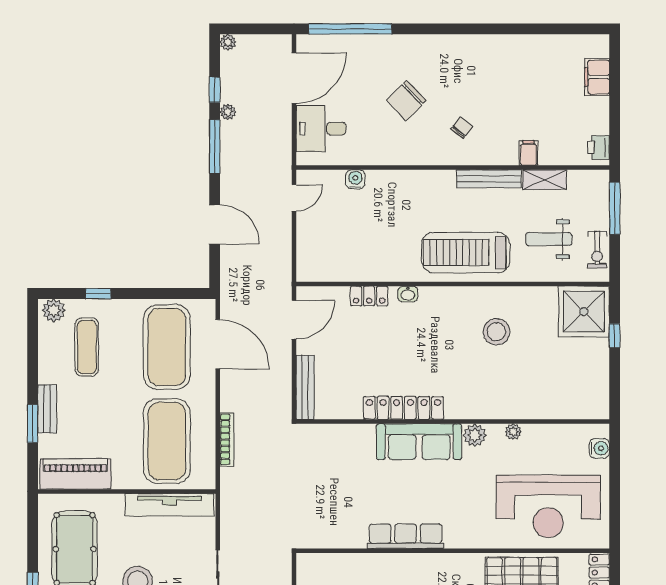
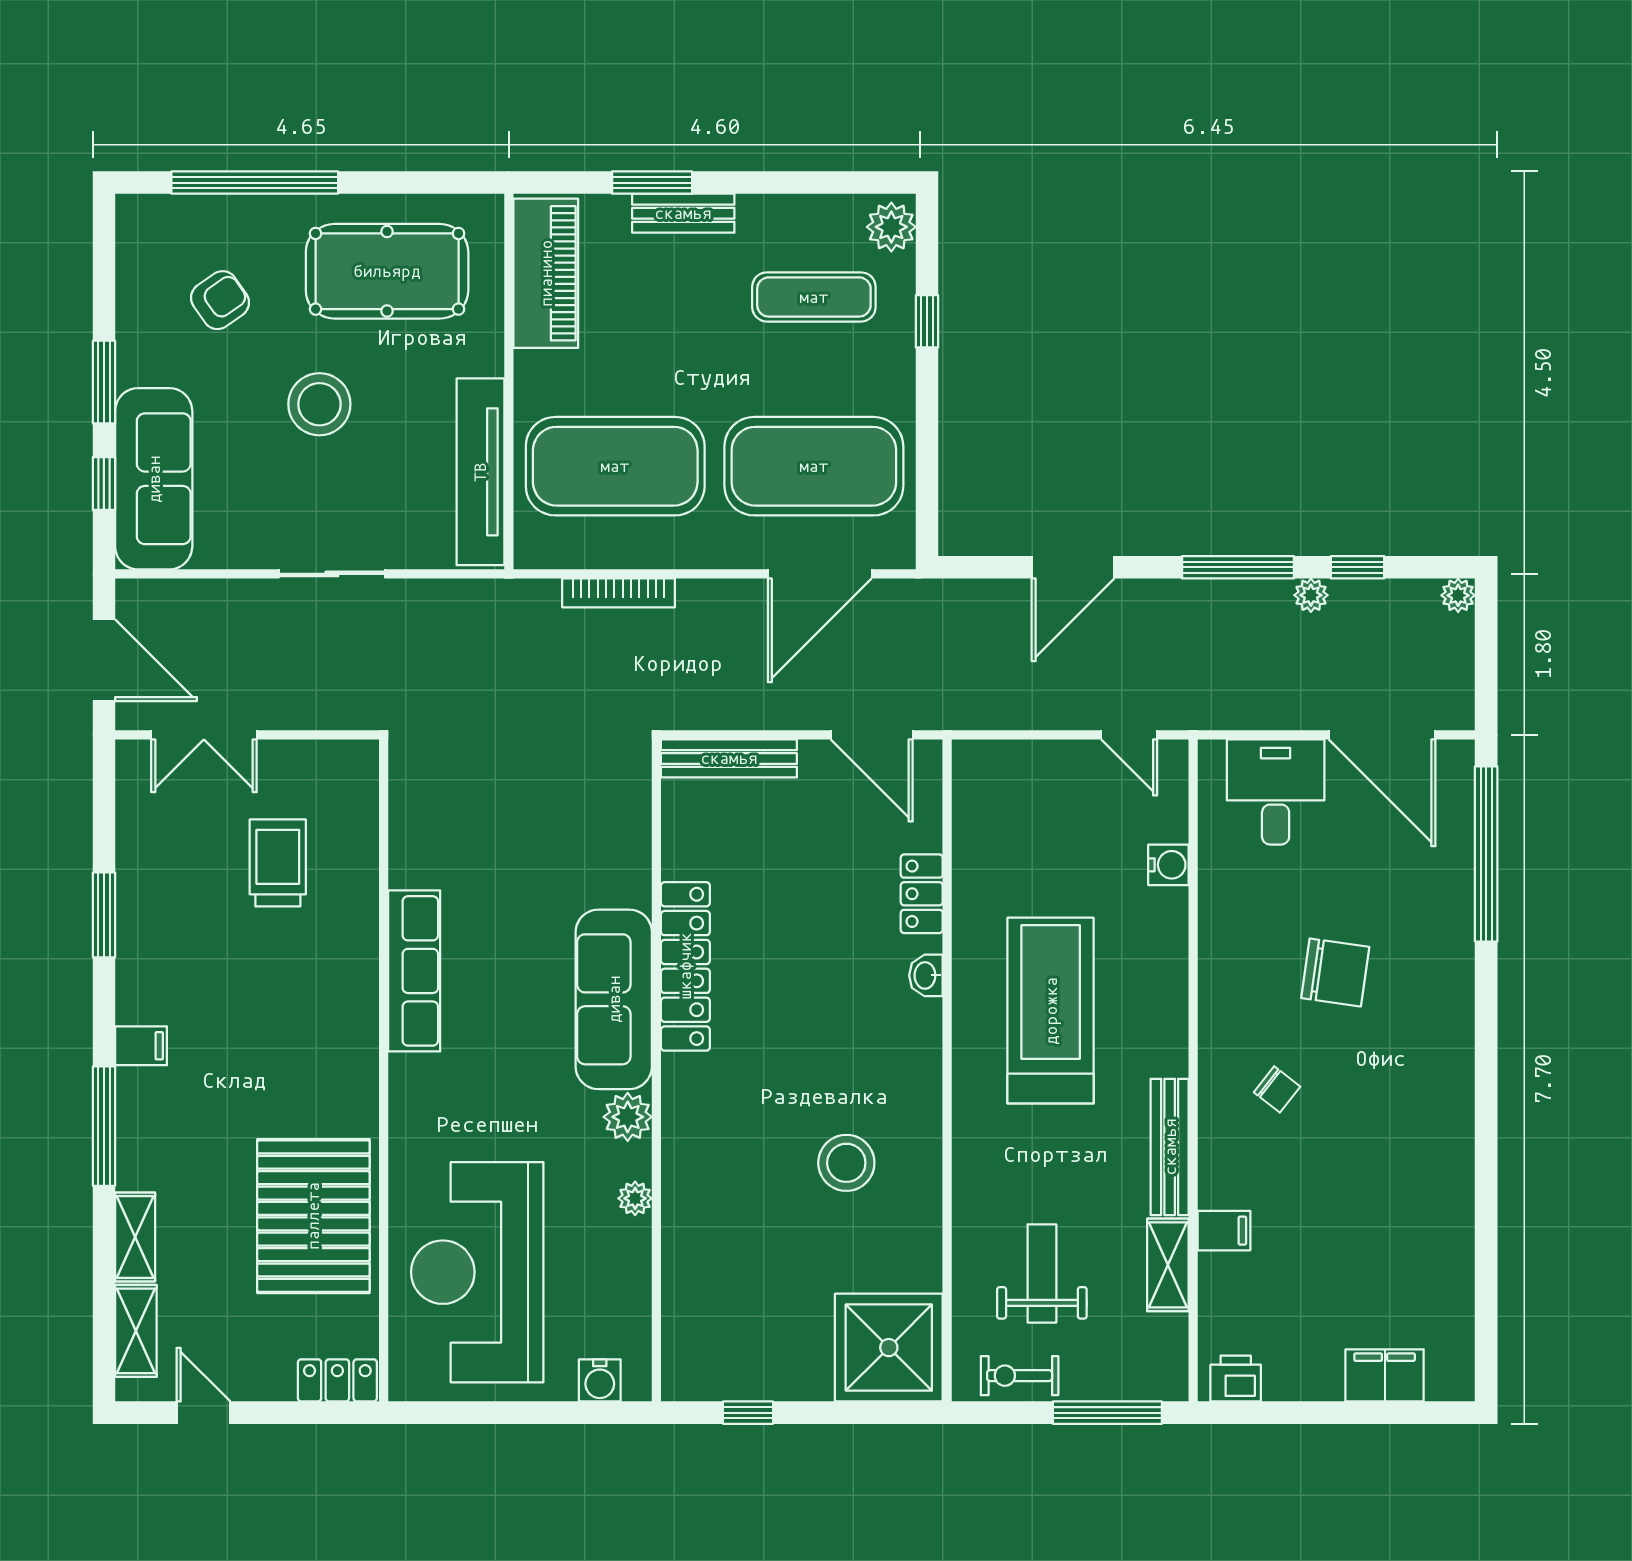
chair: (406, 100) -> (1335, 972), turned 142
treadmill: (466, 252) -> (1051, 1011), moved
window: (615, 336) -> (748, 1413), moved

